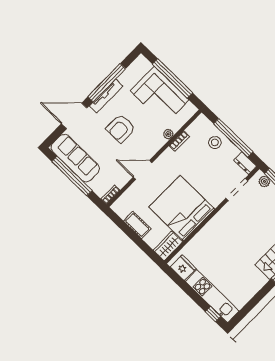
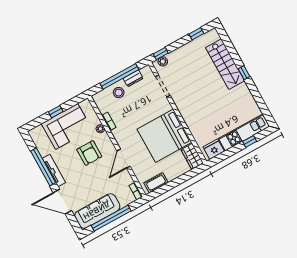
window: (173, 78) -> (56, 112), width x0.32
door: (74, 116) -> (62, 202), hinge flipped
armchair: (121, 128) -> (89, 153), moved
dresser: (245, 163) -> (133, 78), moved
cot: (137, 225) -> (156, 183), moved
window: (213, 314) -> (250, 141), moved

